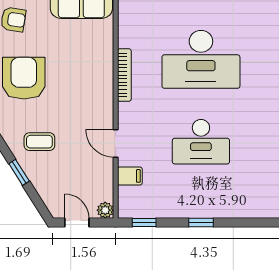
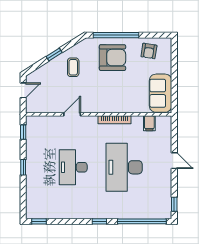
filing cabinet: (130, 176) -> (149, 123), moved
plant: (105, 210) -> (31, 108), removed

